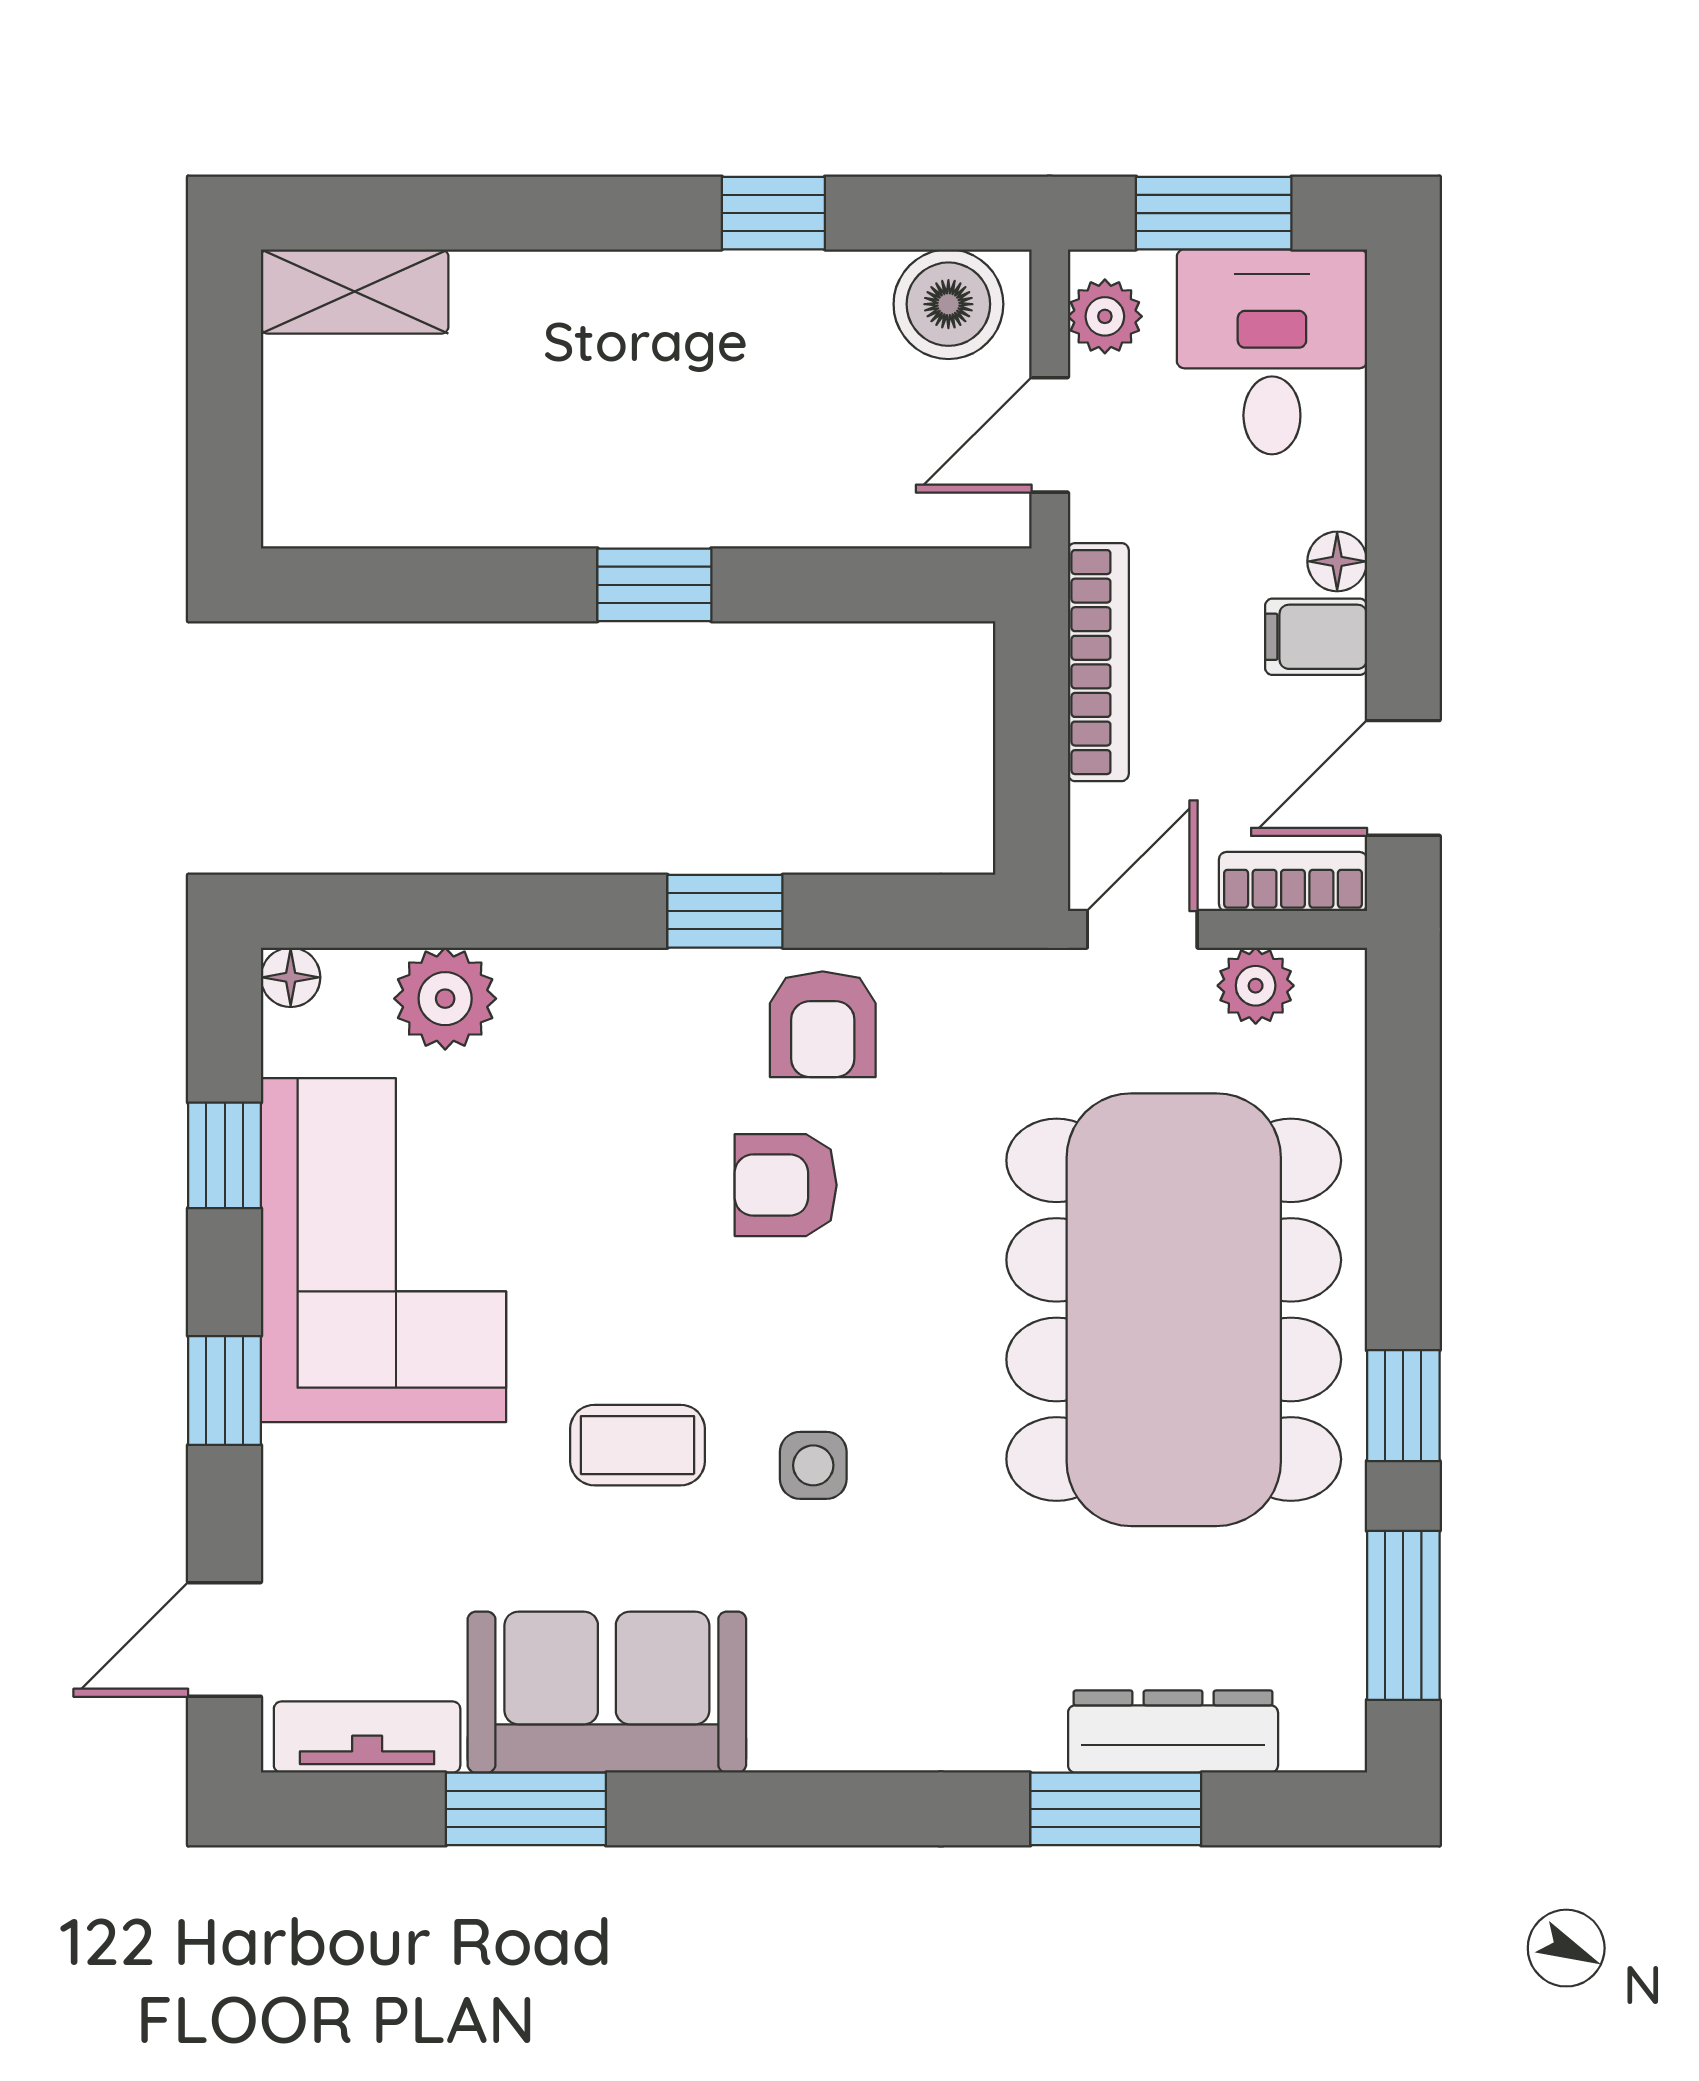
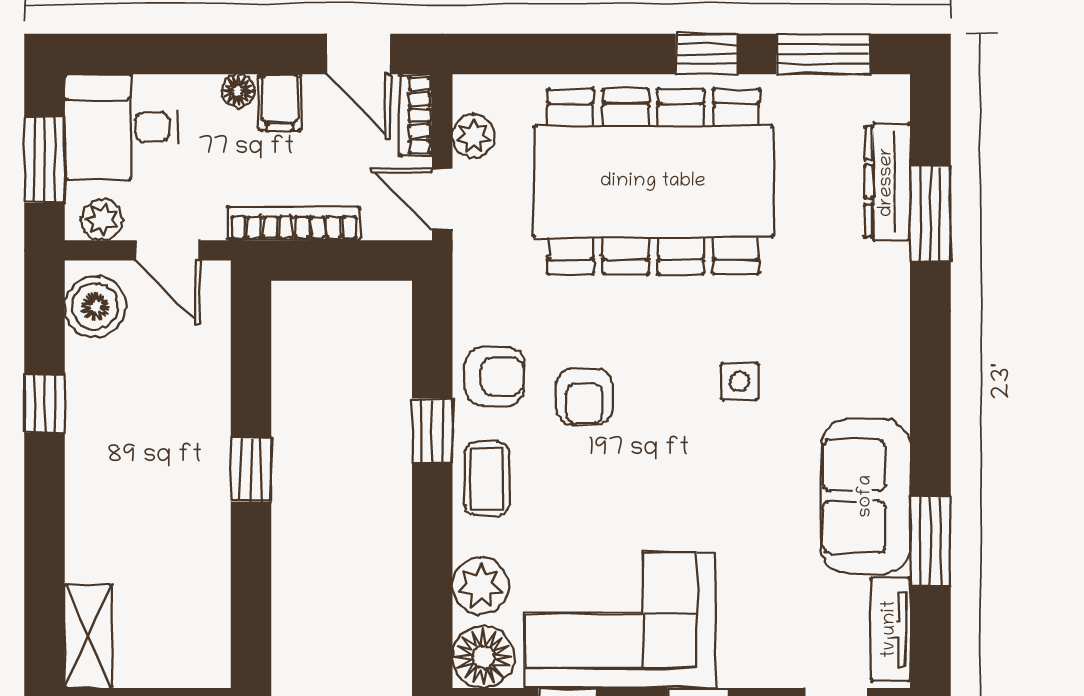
floor lamp: (291, 977) -> (483, 657), width x1.89, depth x1.89
coffee table: (637, 1445) -> (487, 479), moved

